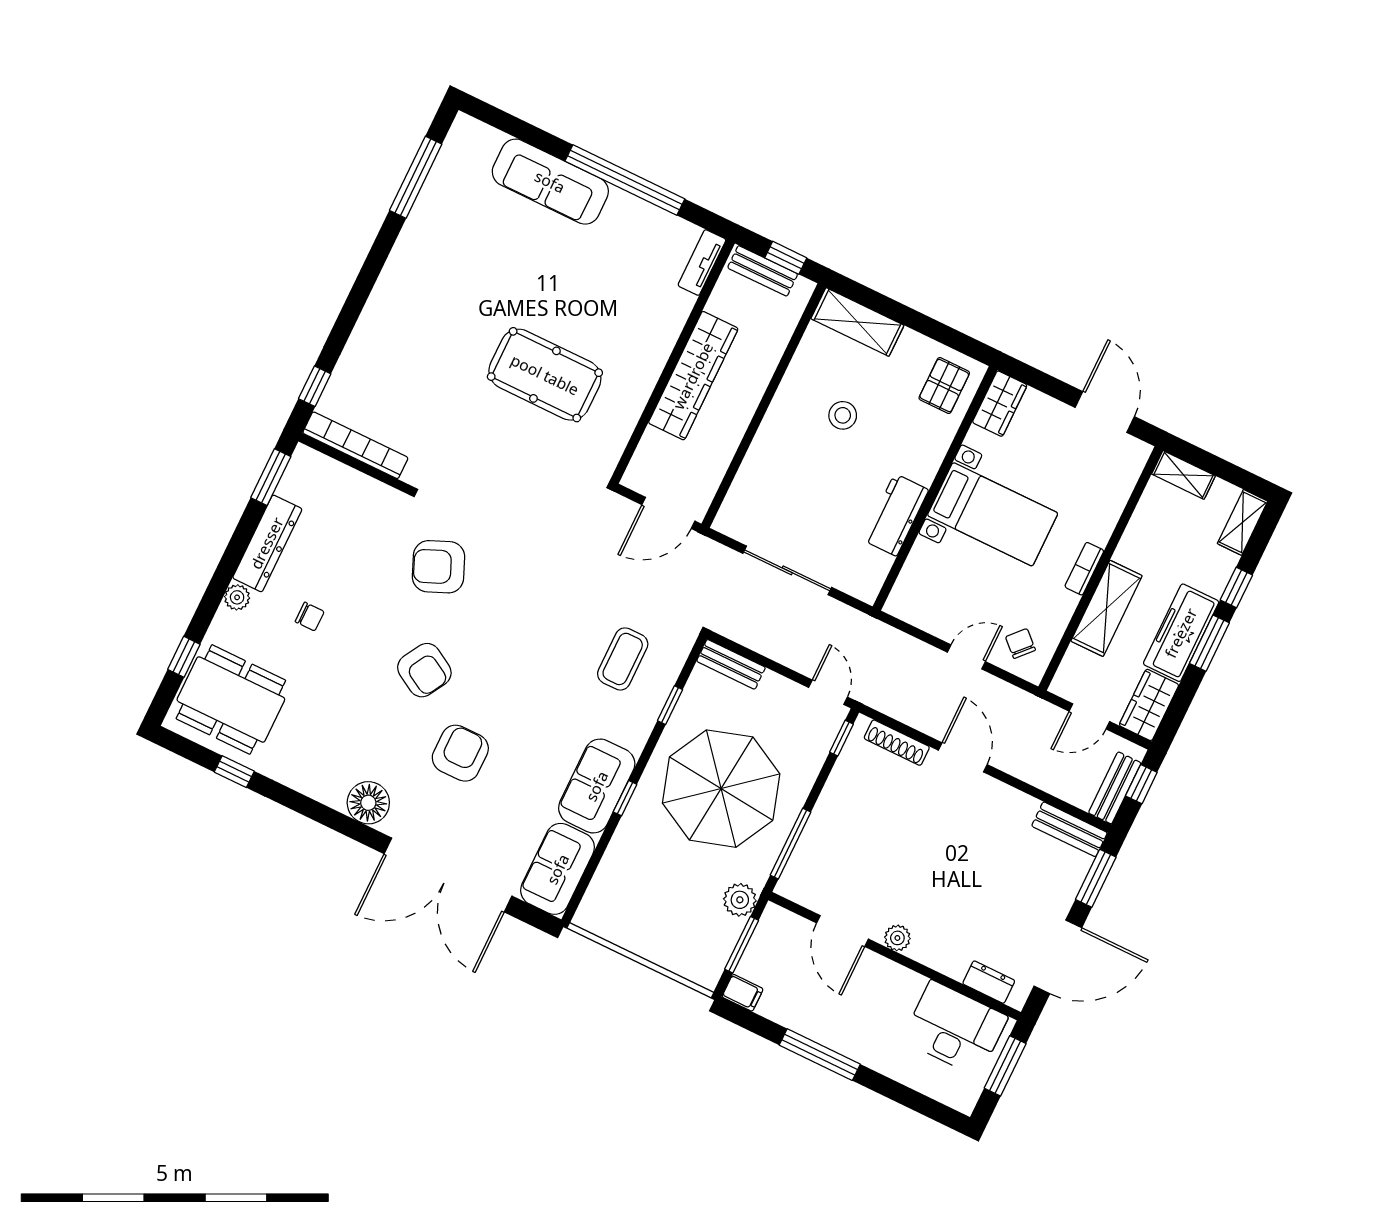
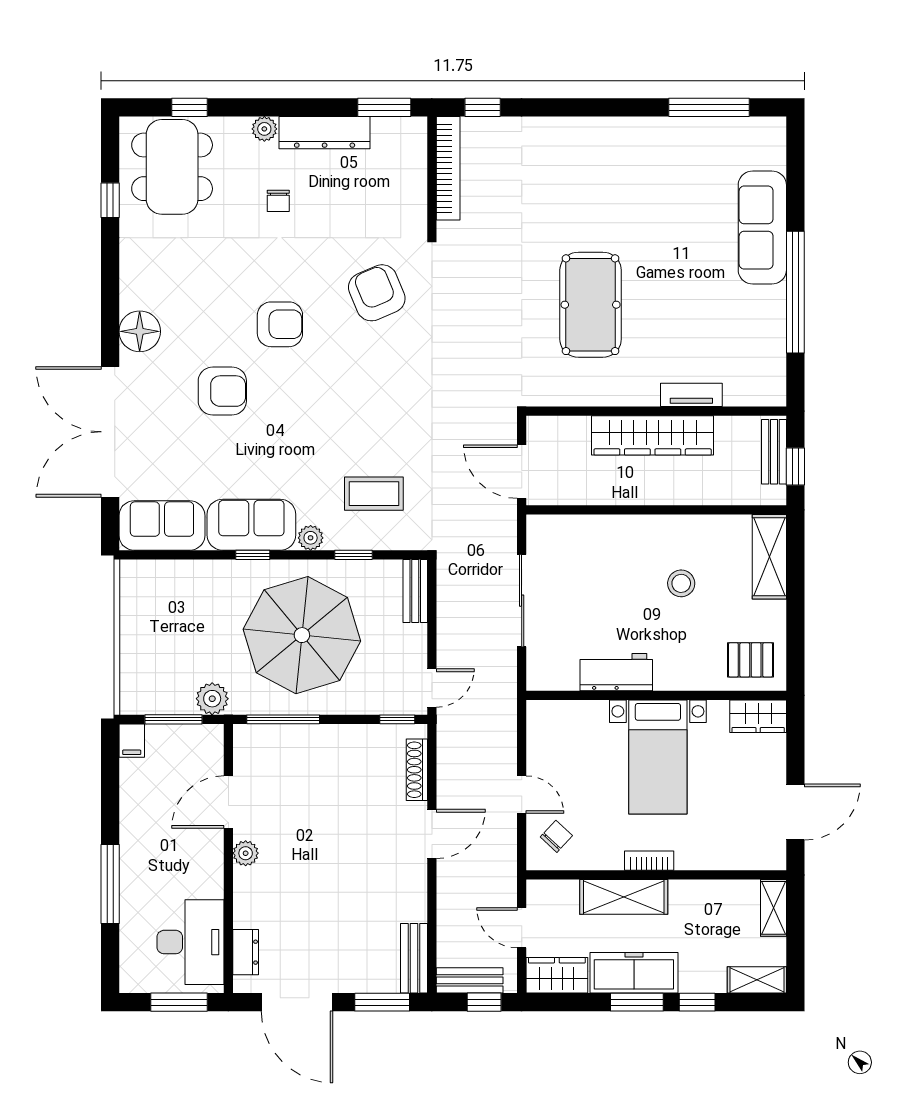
tv unit: (702, 262) -> (691, 395), moved
armchair: (424, 670) -> (280, 324), turned -120
plant: (635, 737) -> (311, 538), added
window: (820, 1055) -> (110, 884), moved

